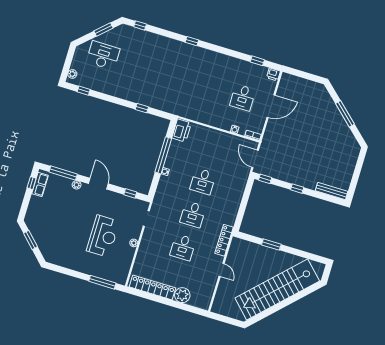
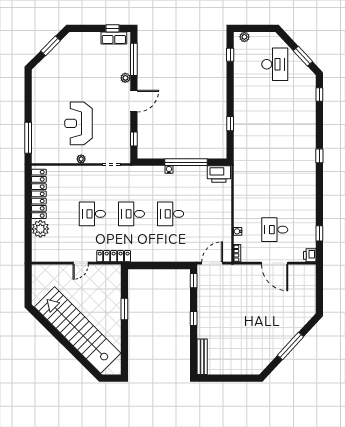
reception desk: (103, 236) -> (78, 123), turned 90

